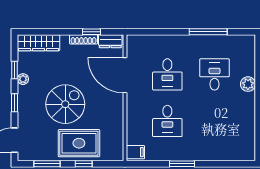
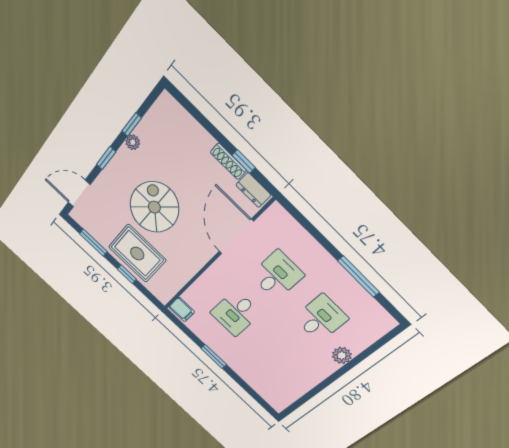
wardrobe: (39, 43) -> (179, 119), removed
desk: (167, 74) -> (277, 275), turned 180
spiral stairs: (65, 104) -> (154, 207), turned -90

